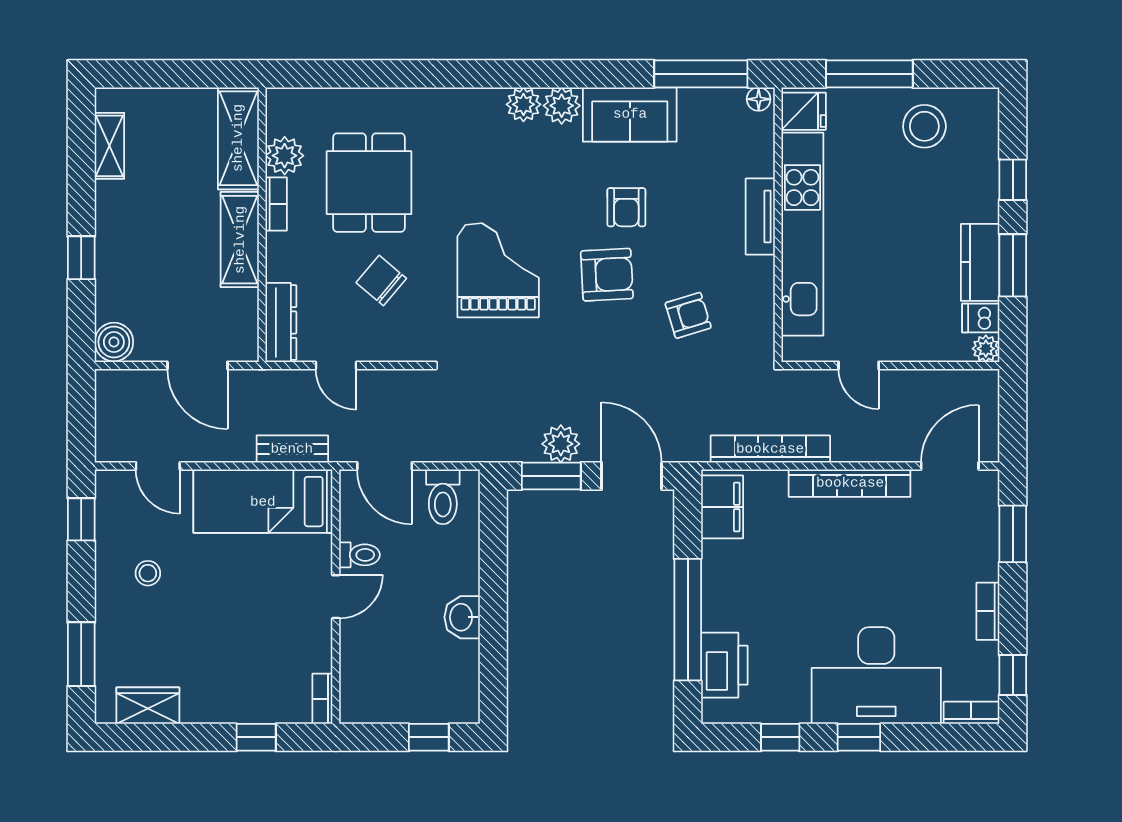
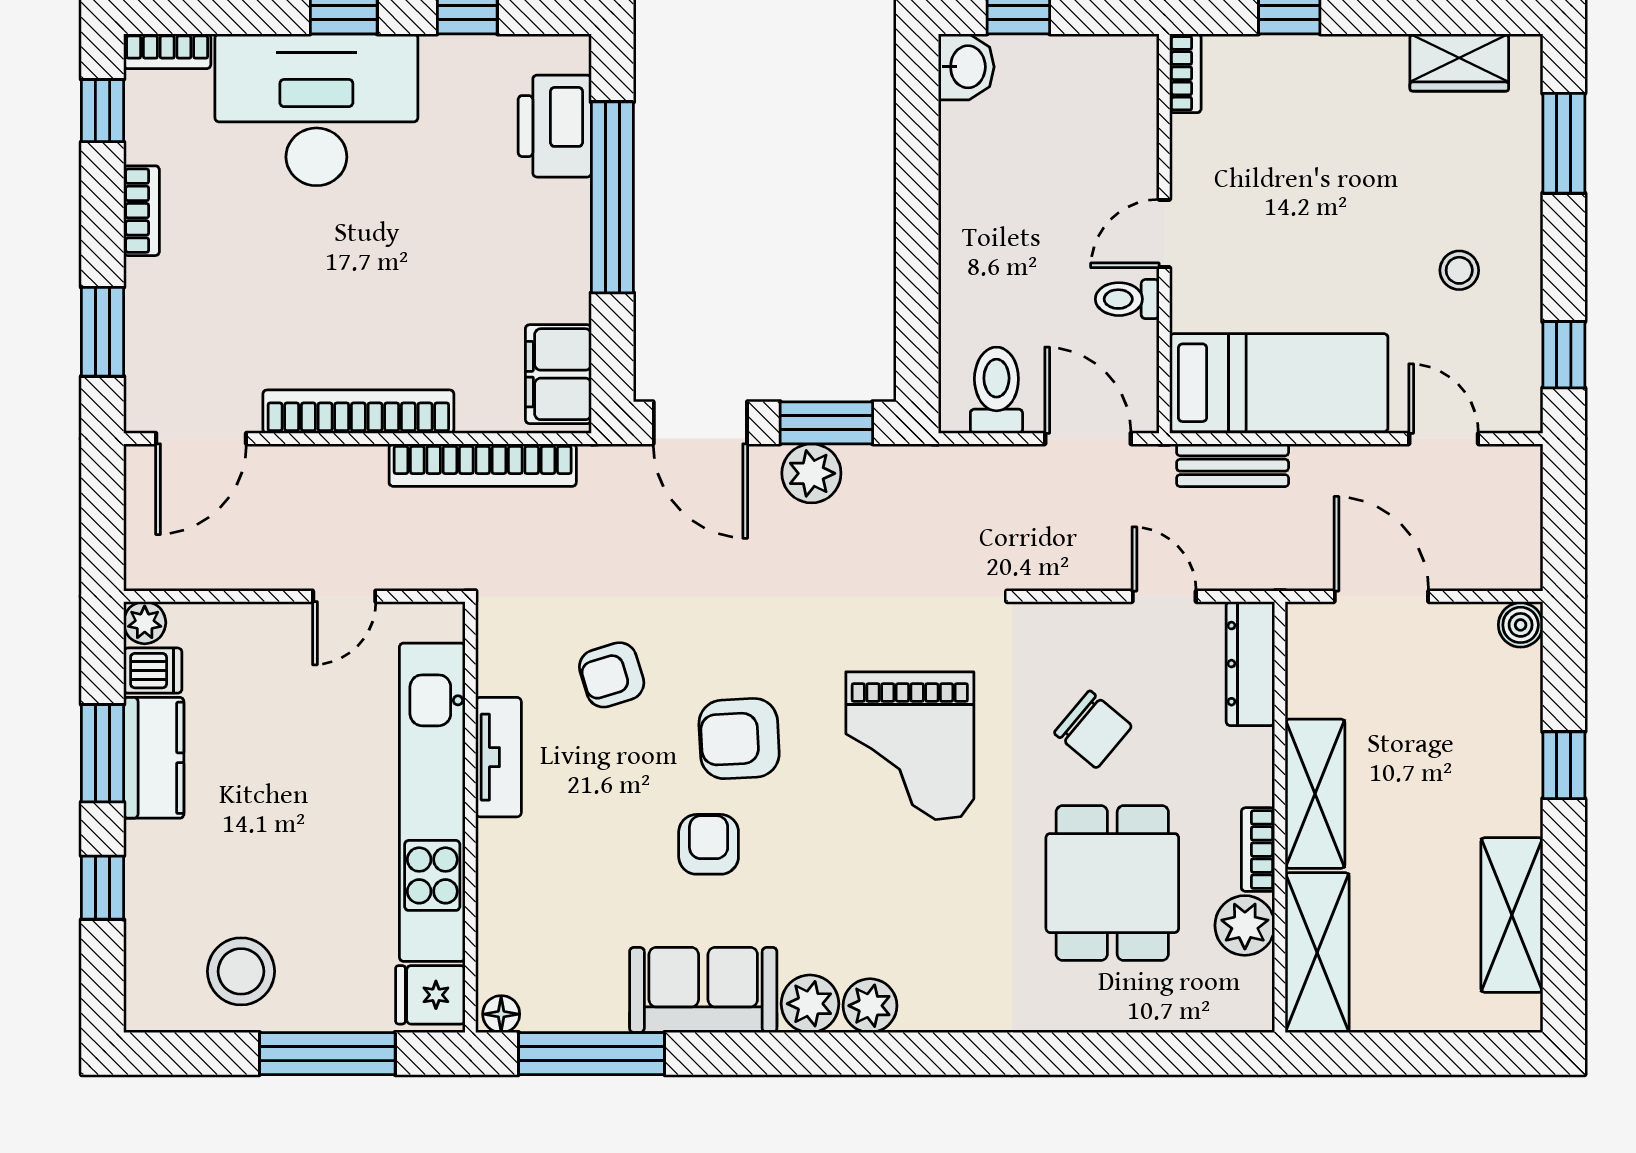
shelving: (109, 146) -> (1512, 915), width x1.50, depth x1.33
tv unit: (760, 216) -> (498, 757), moved
boiler: (114, 342) -> (1521, 625), width x0.73, depth x0.73
door: (859, 365) -> (344, 596), swing flipped
washbasin: (462, 617) -> (966, 67), moved

